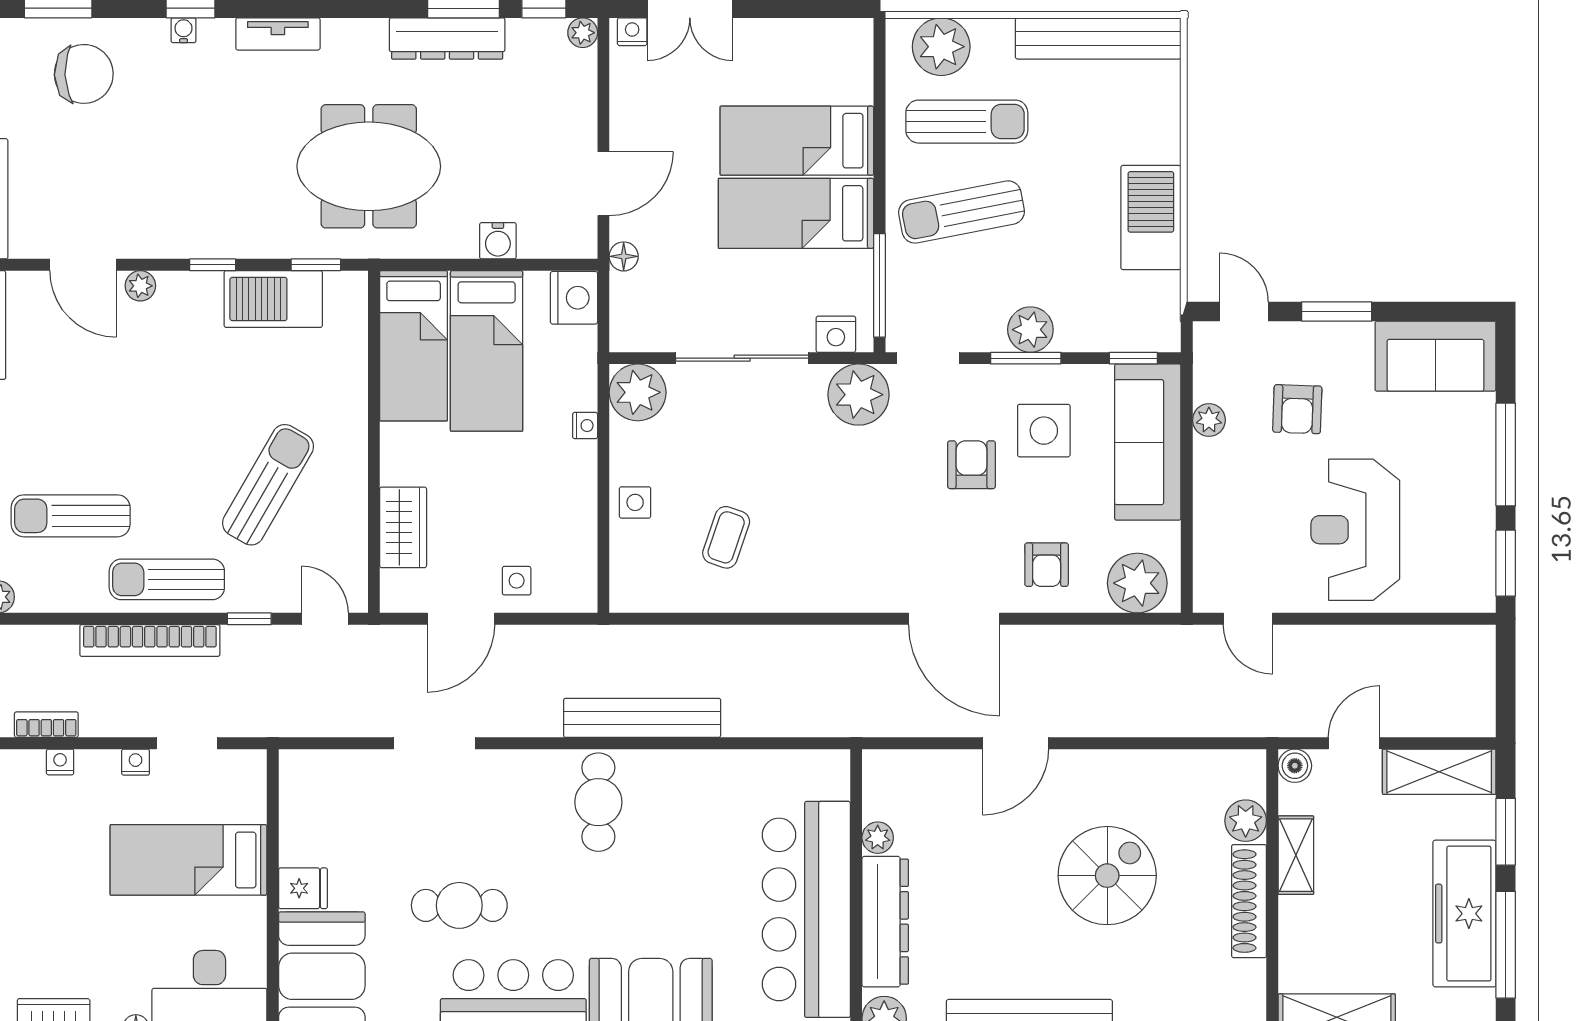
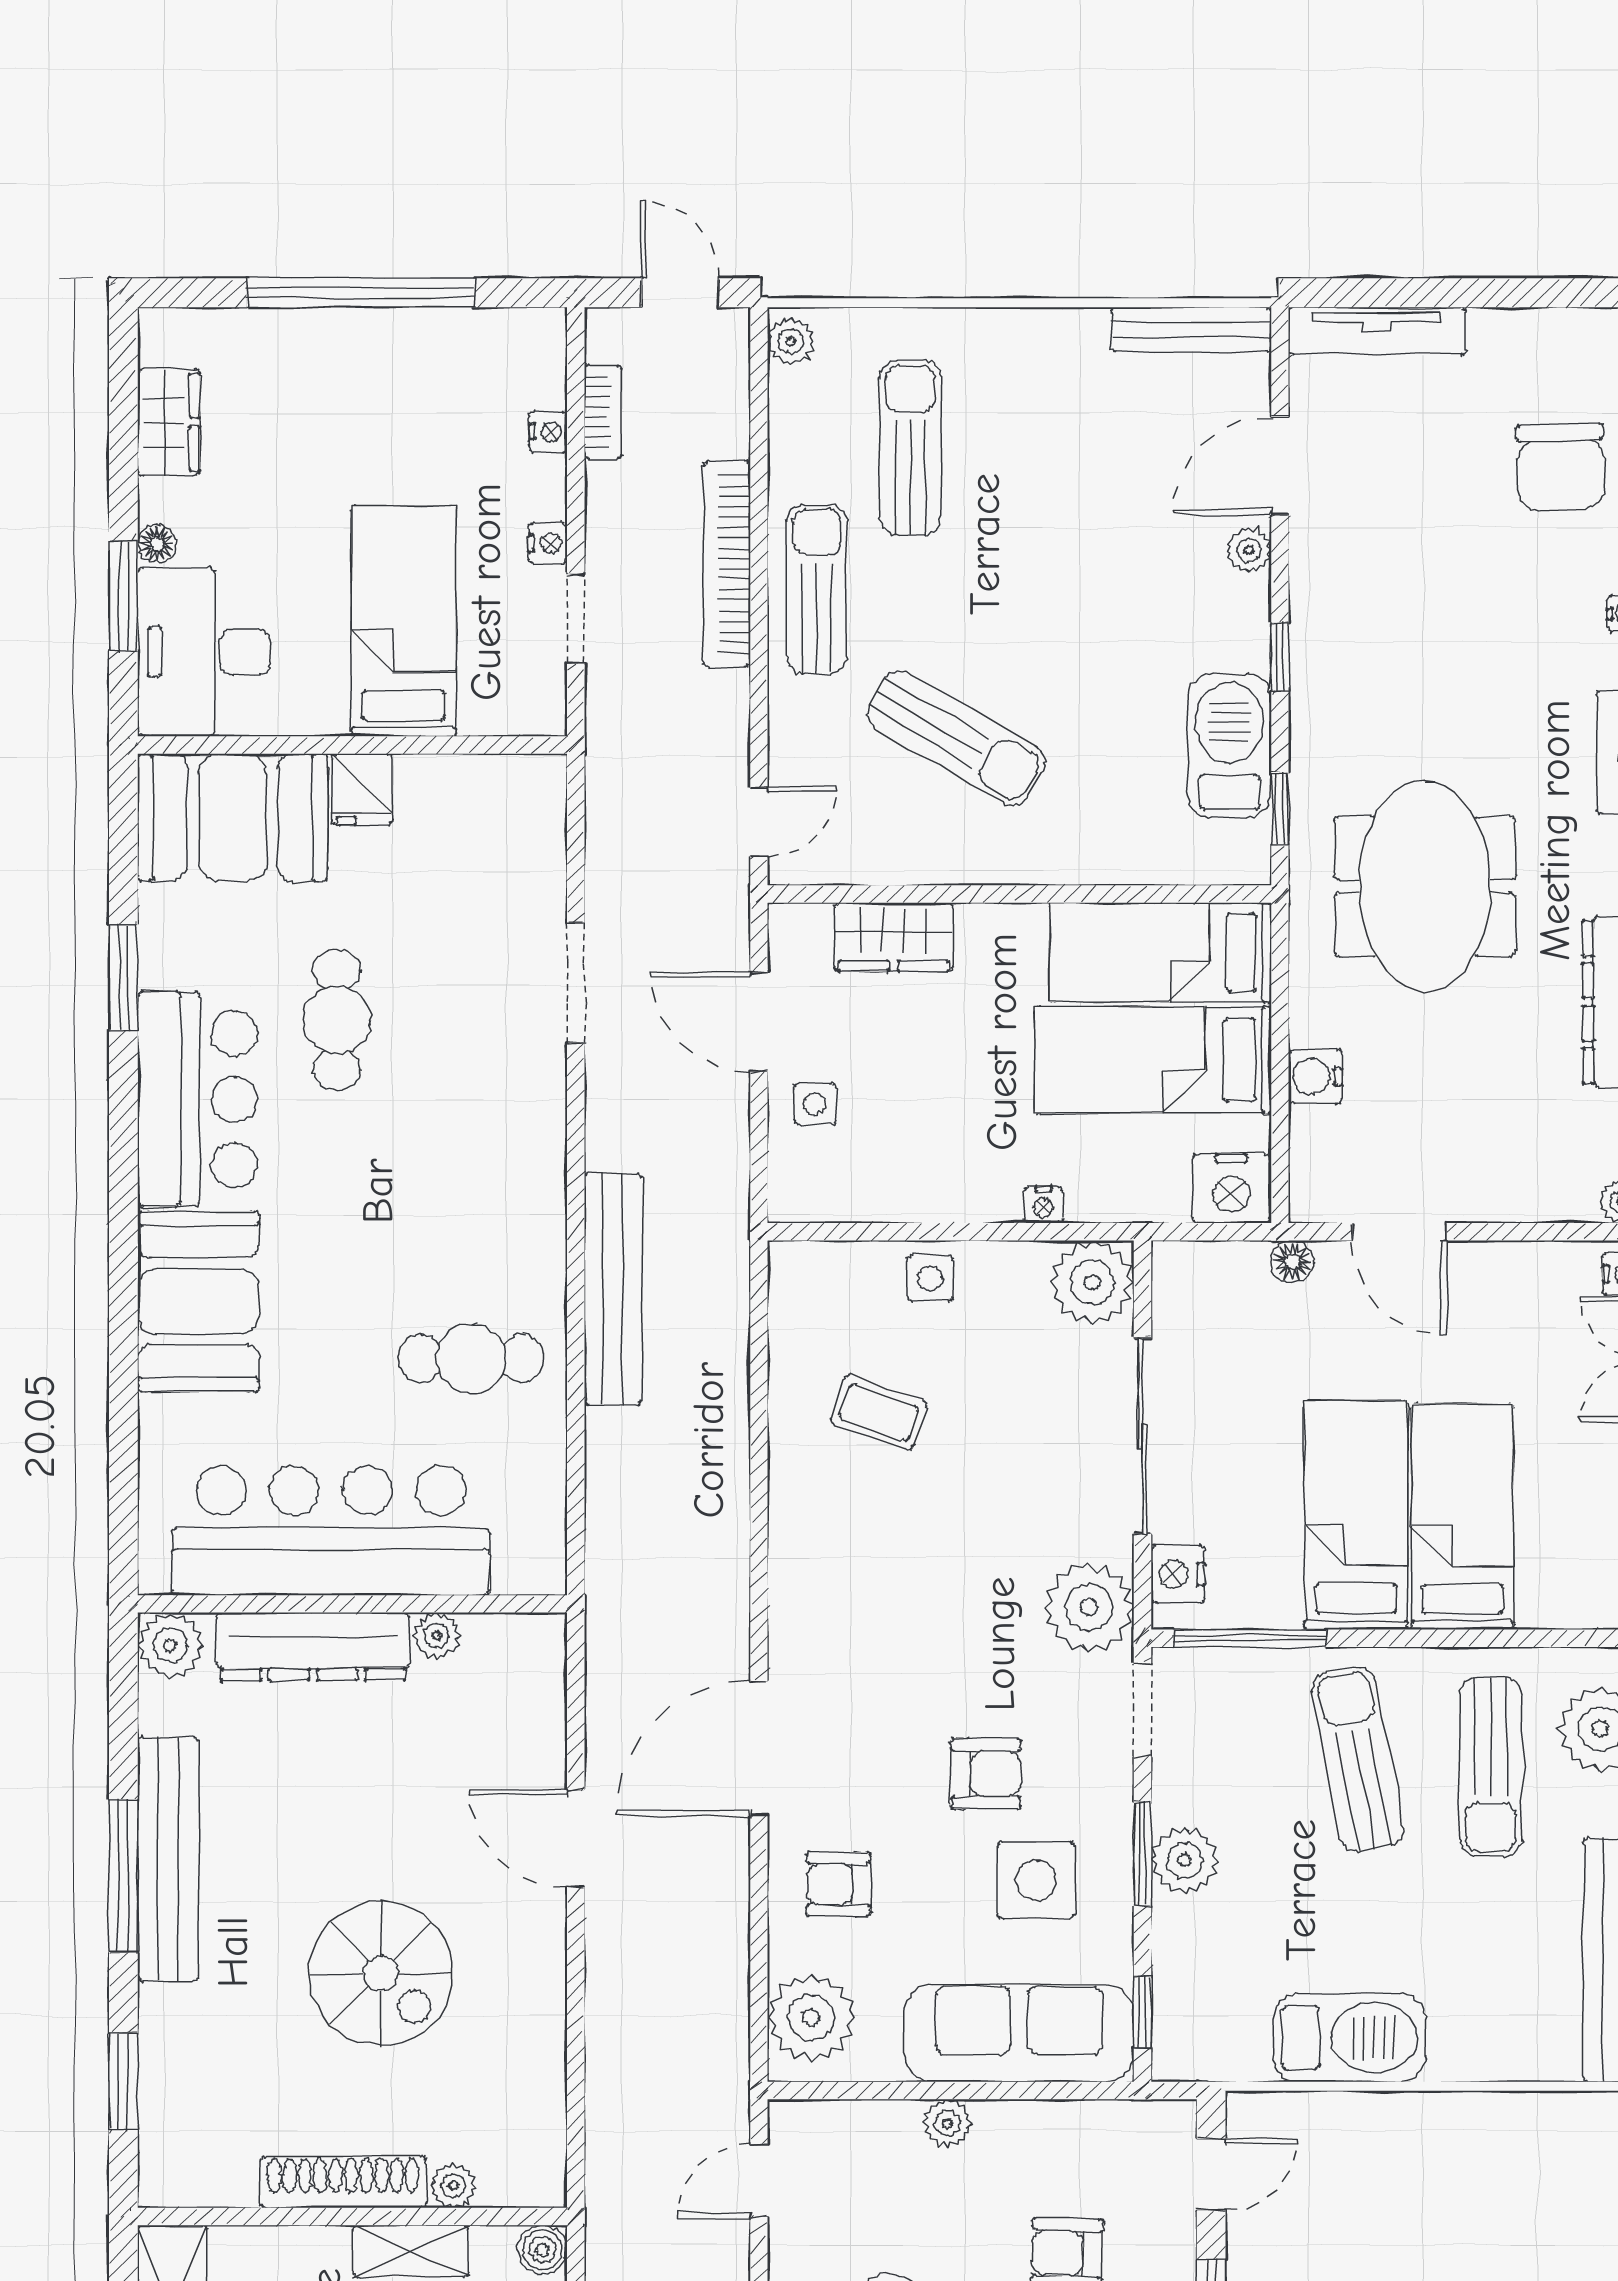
plant: (1209, 420) -> (947, 2123), moved
window: (249, 619) -> (759, 710), removed
cafe table: (598, 802) -> (471, 1358), moved
plant: (1246, 821) -> (453, 2186), width x0.73, depth x0.73

